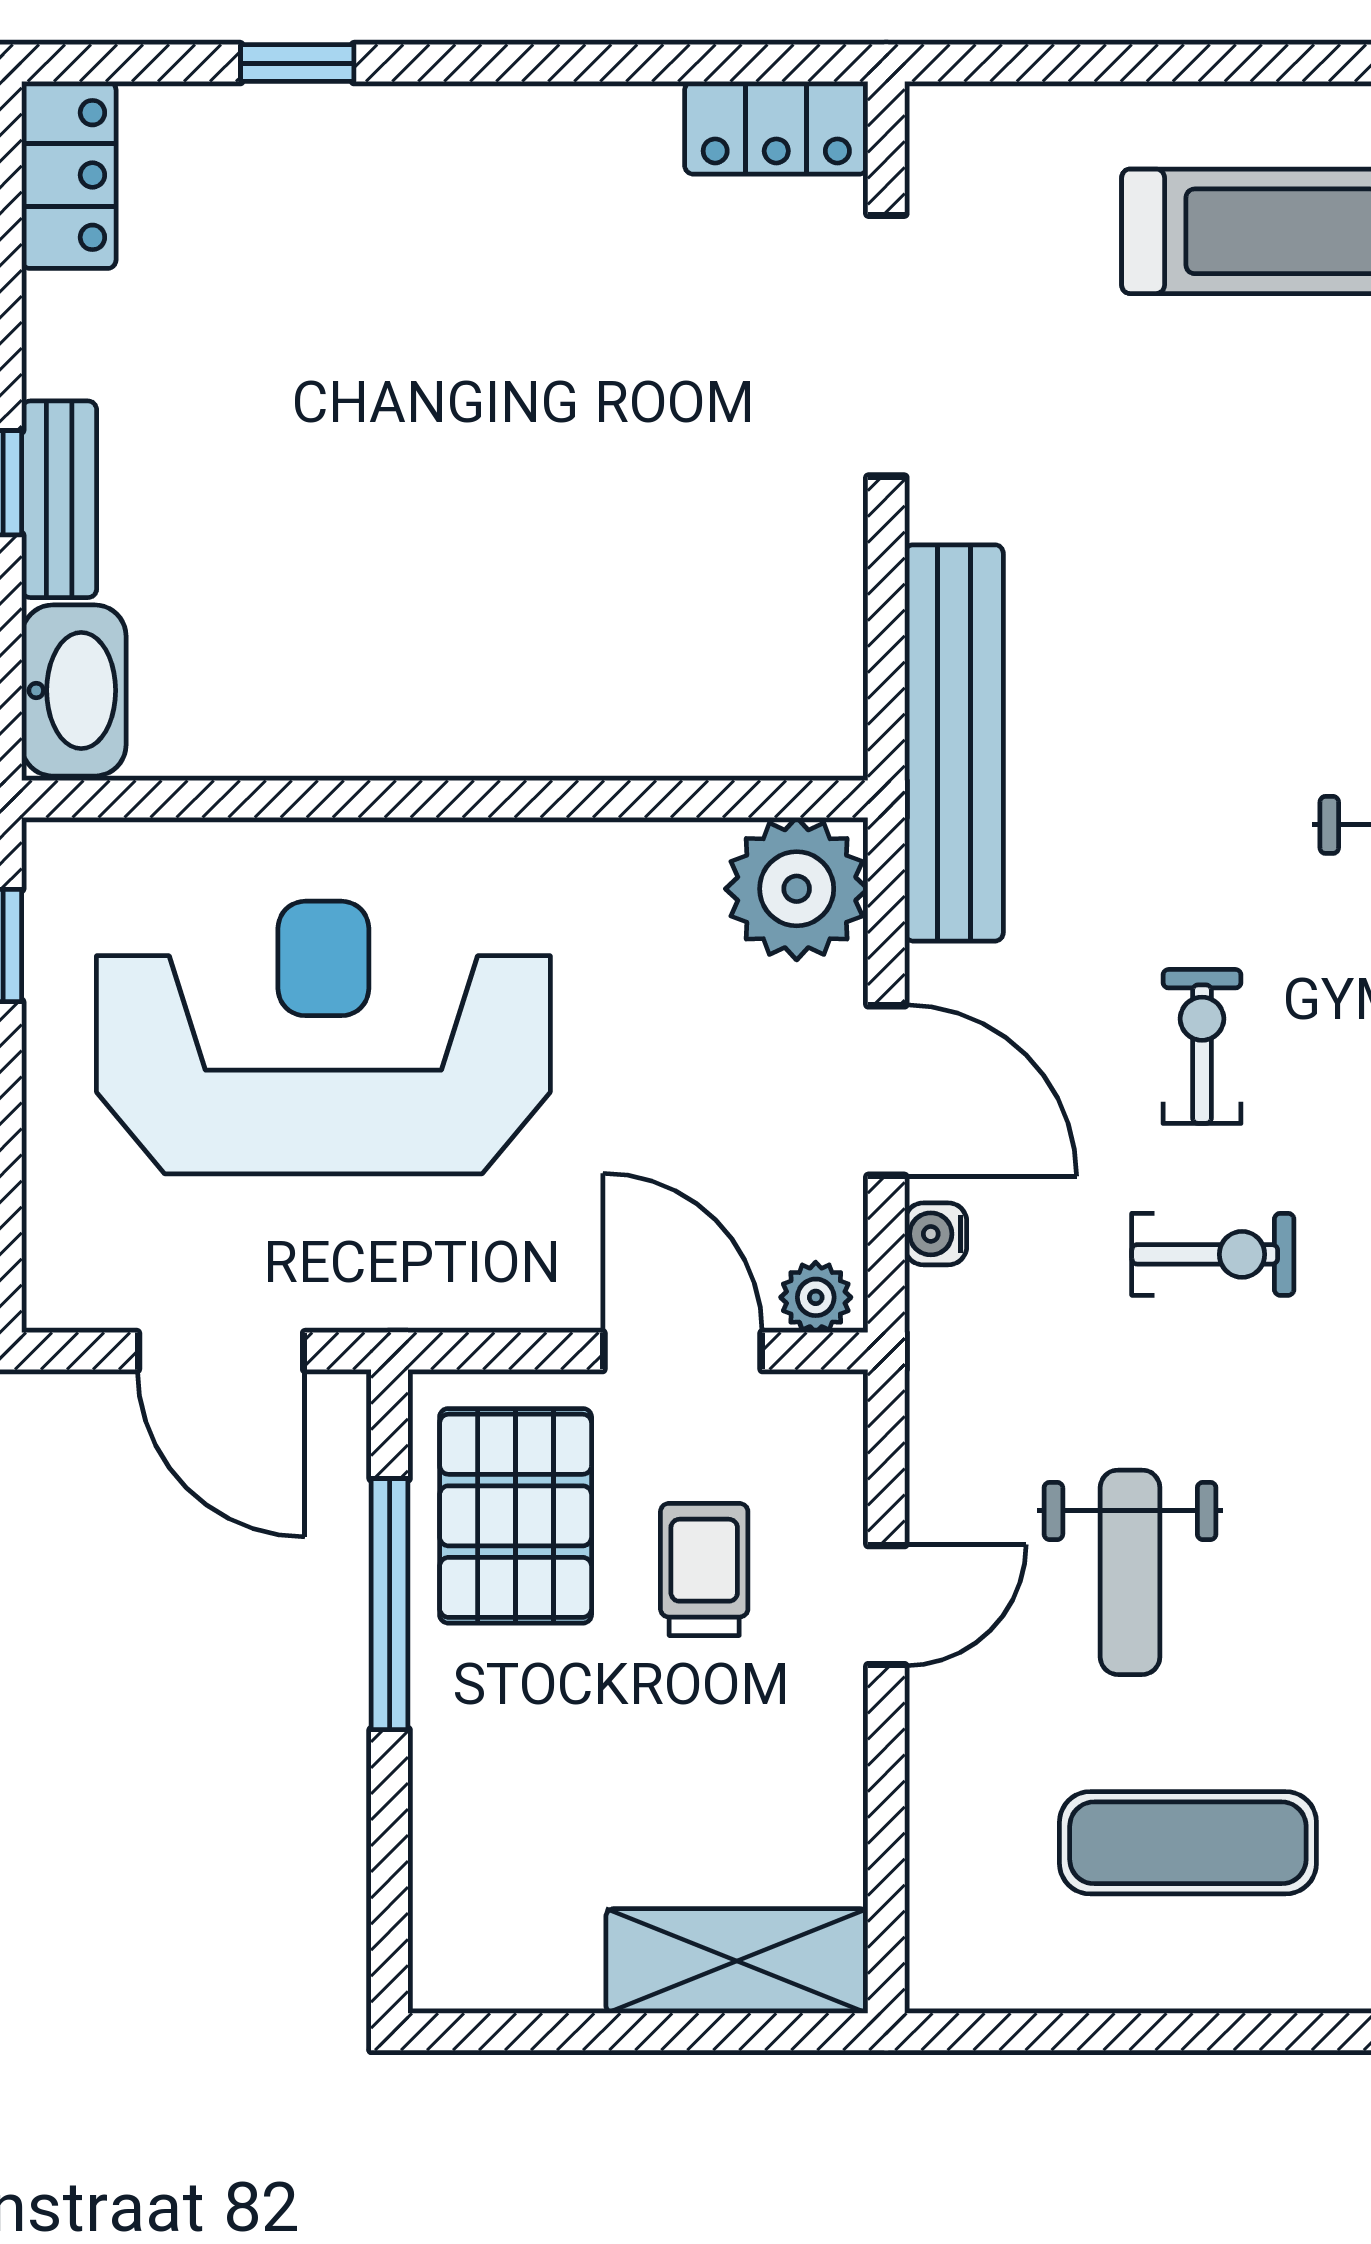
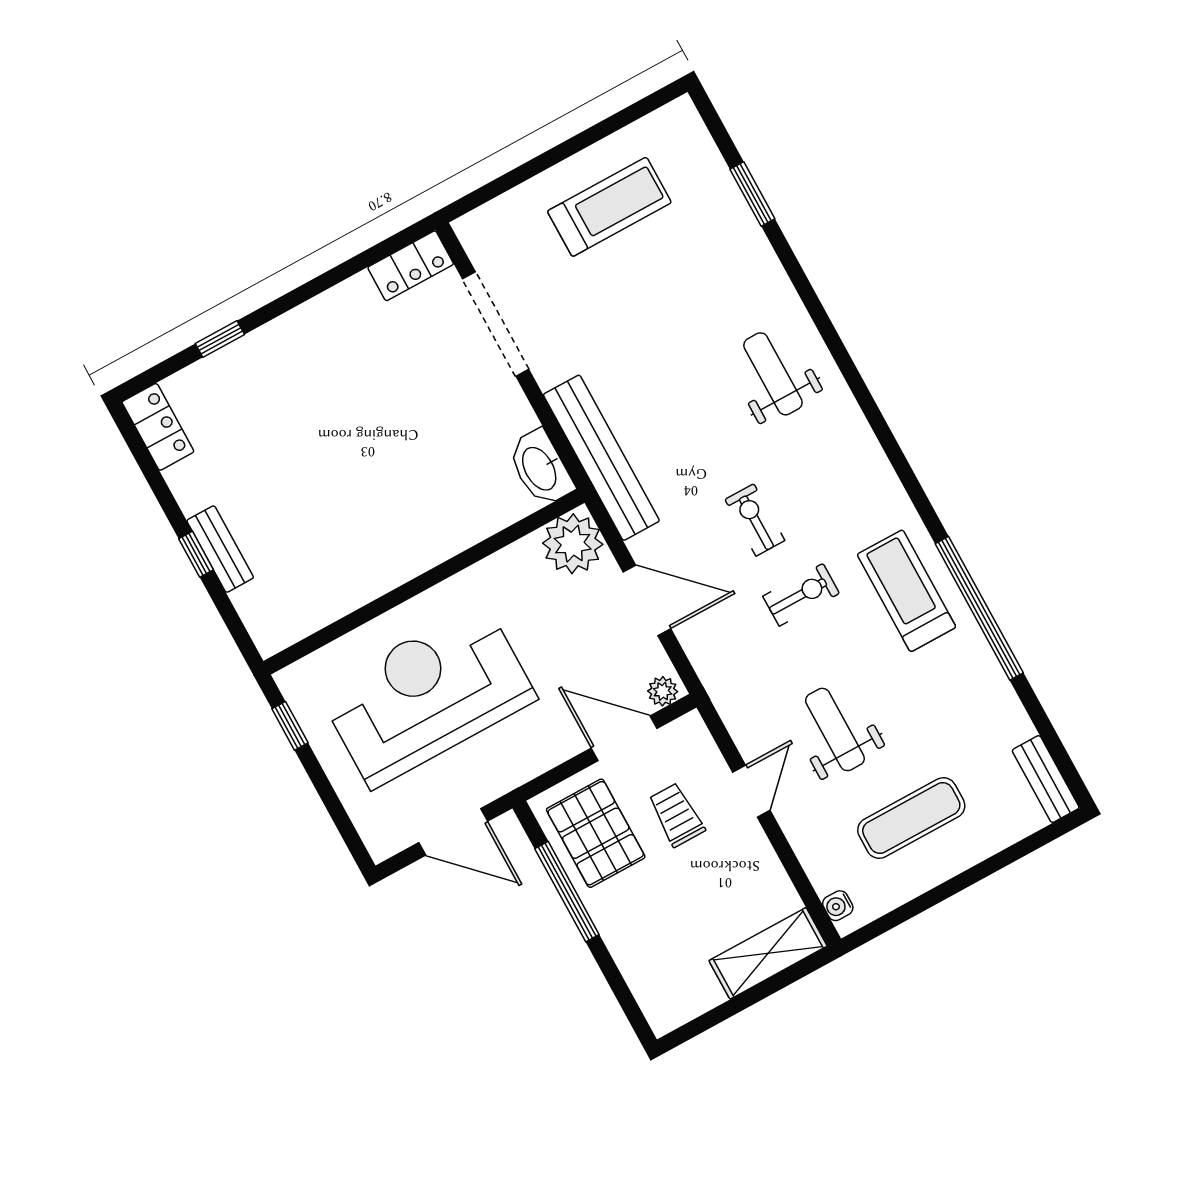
washbasin: (74, 690) -> (540, 468), moved, turned 180
water cooler: (936, 1234) -> (838, 906), moved
weight bench: (1130, 1572) -> (835, 729), turned 180

